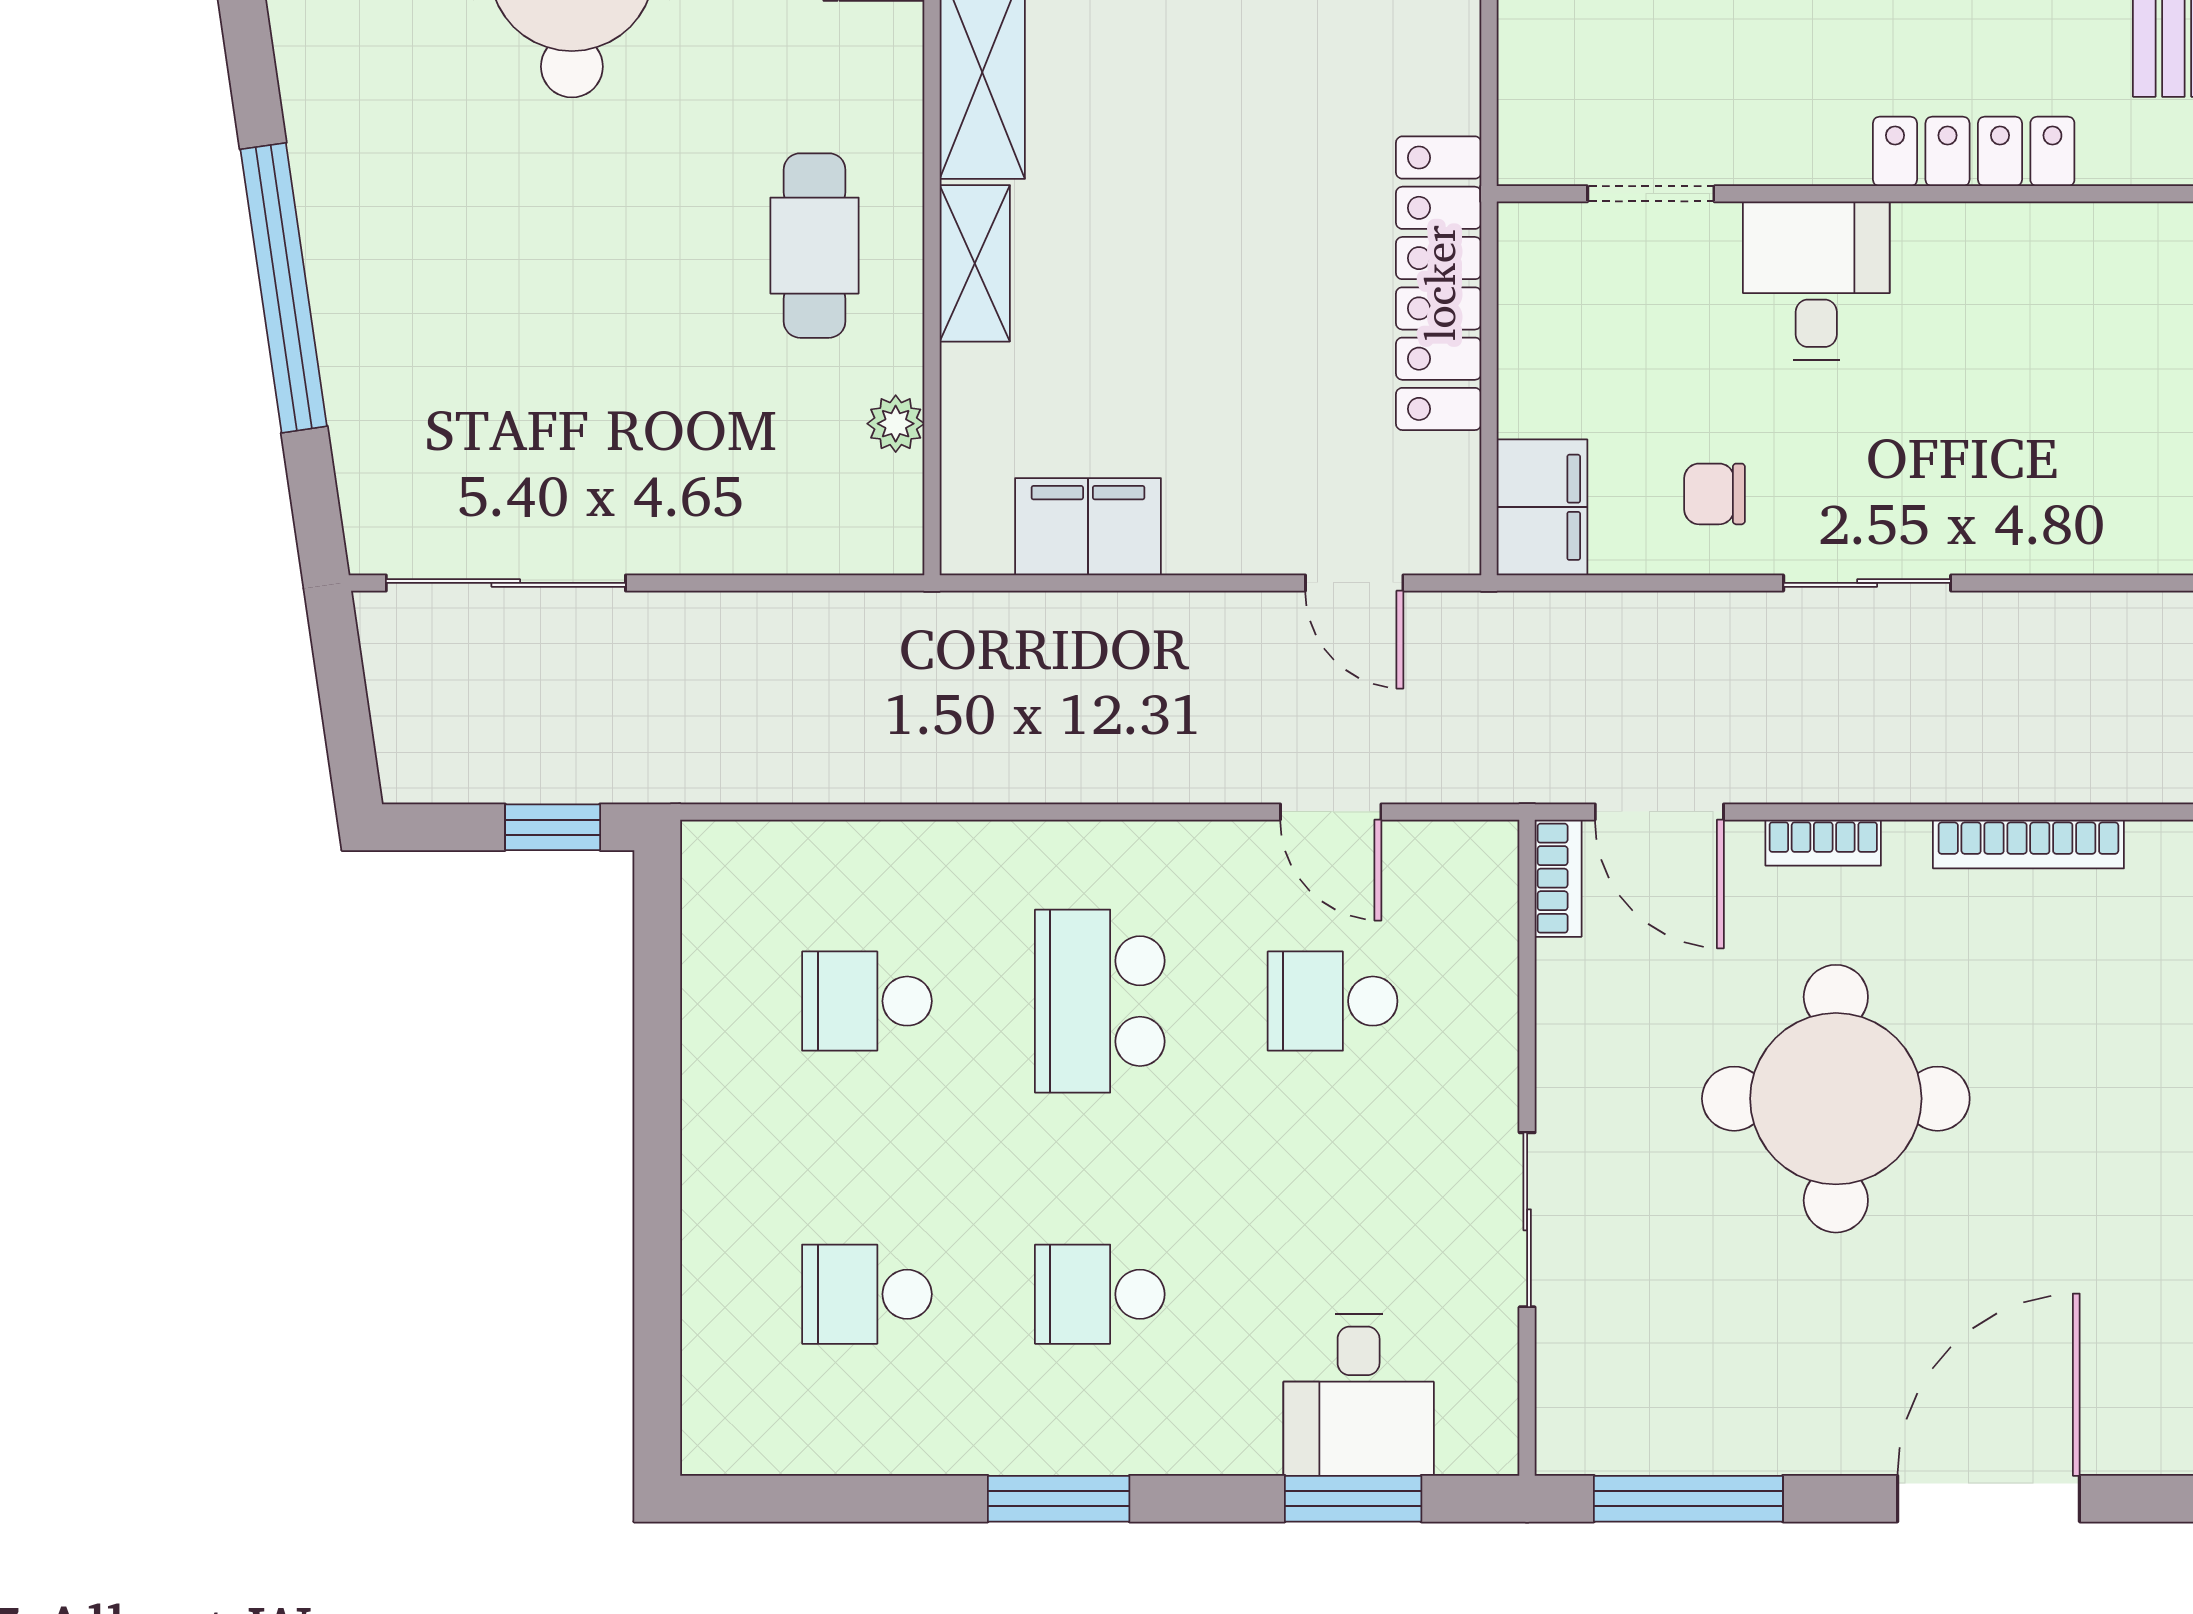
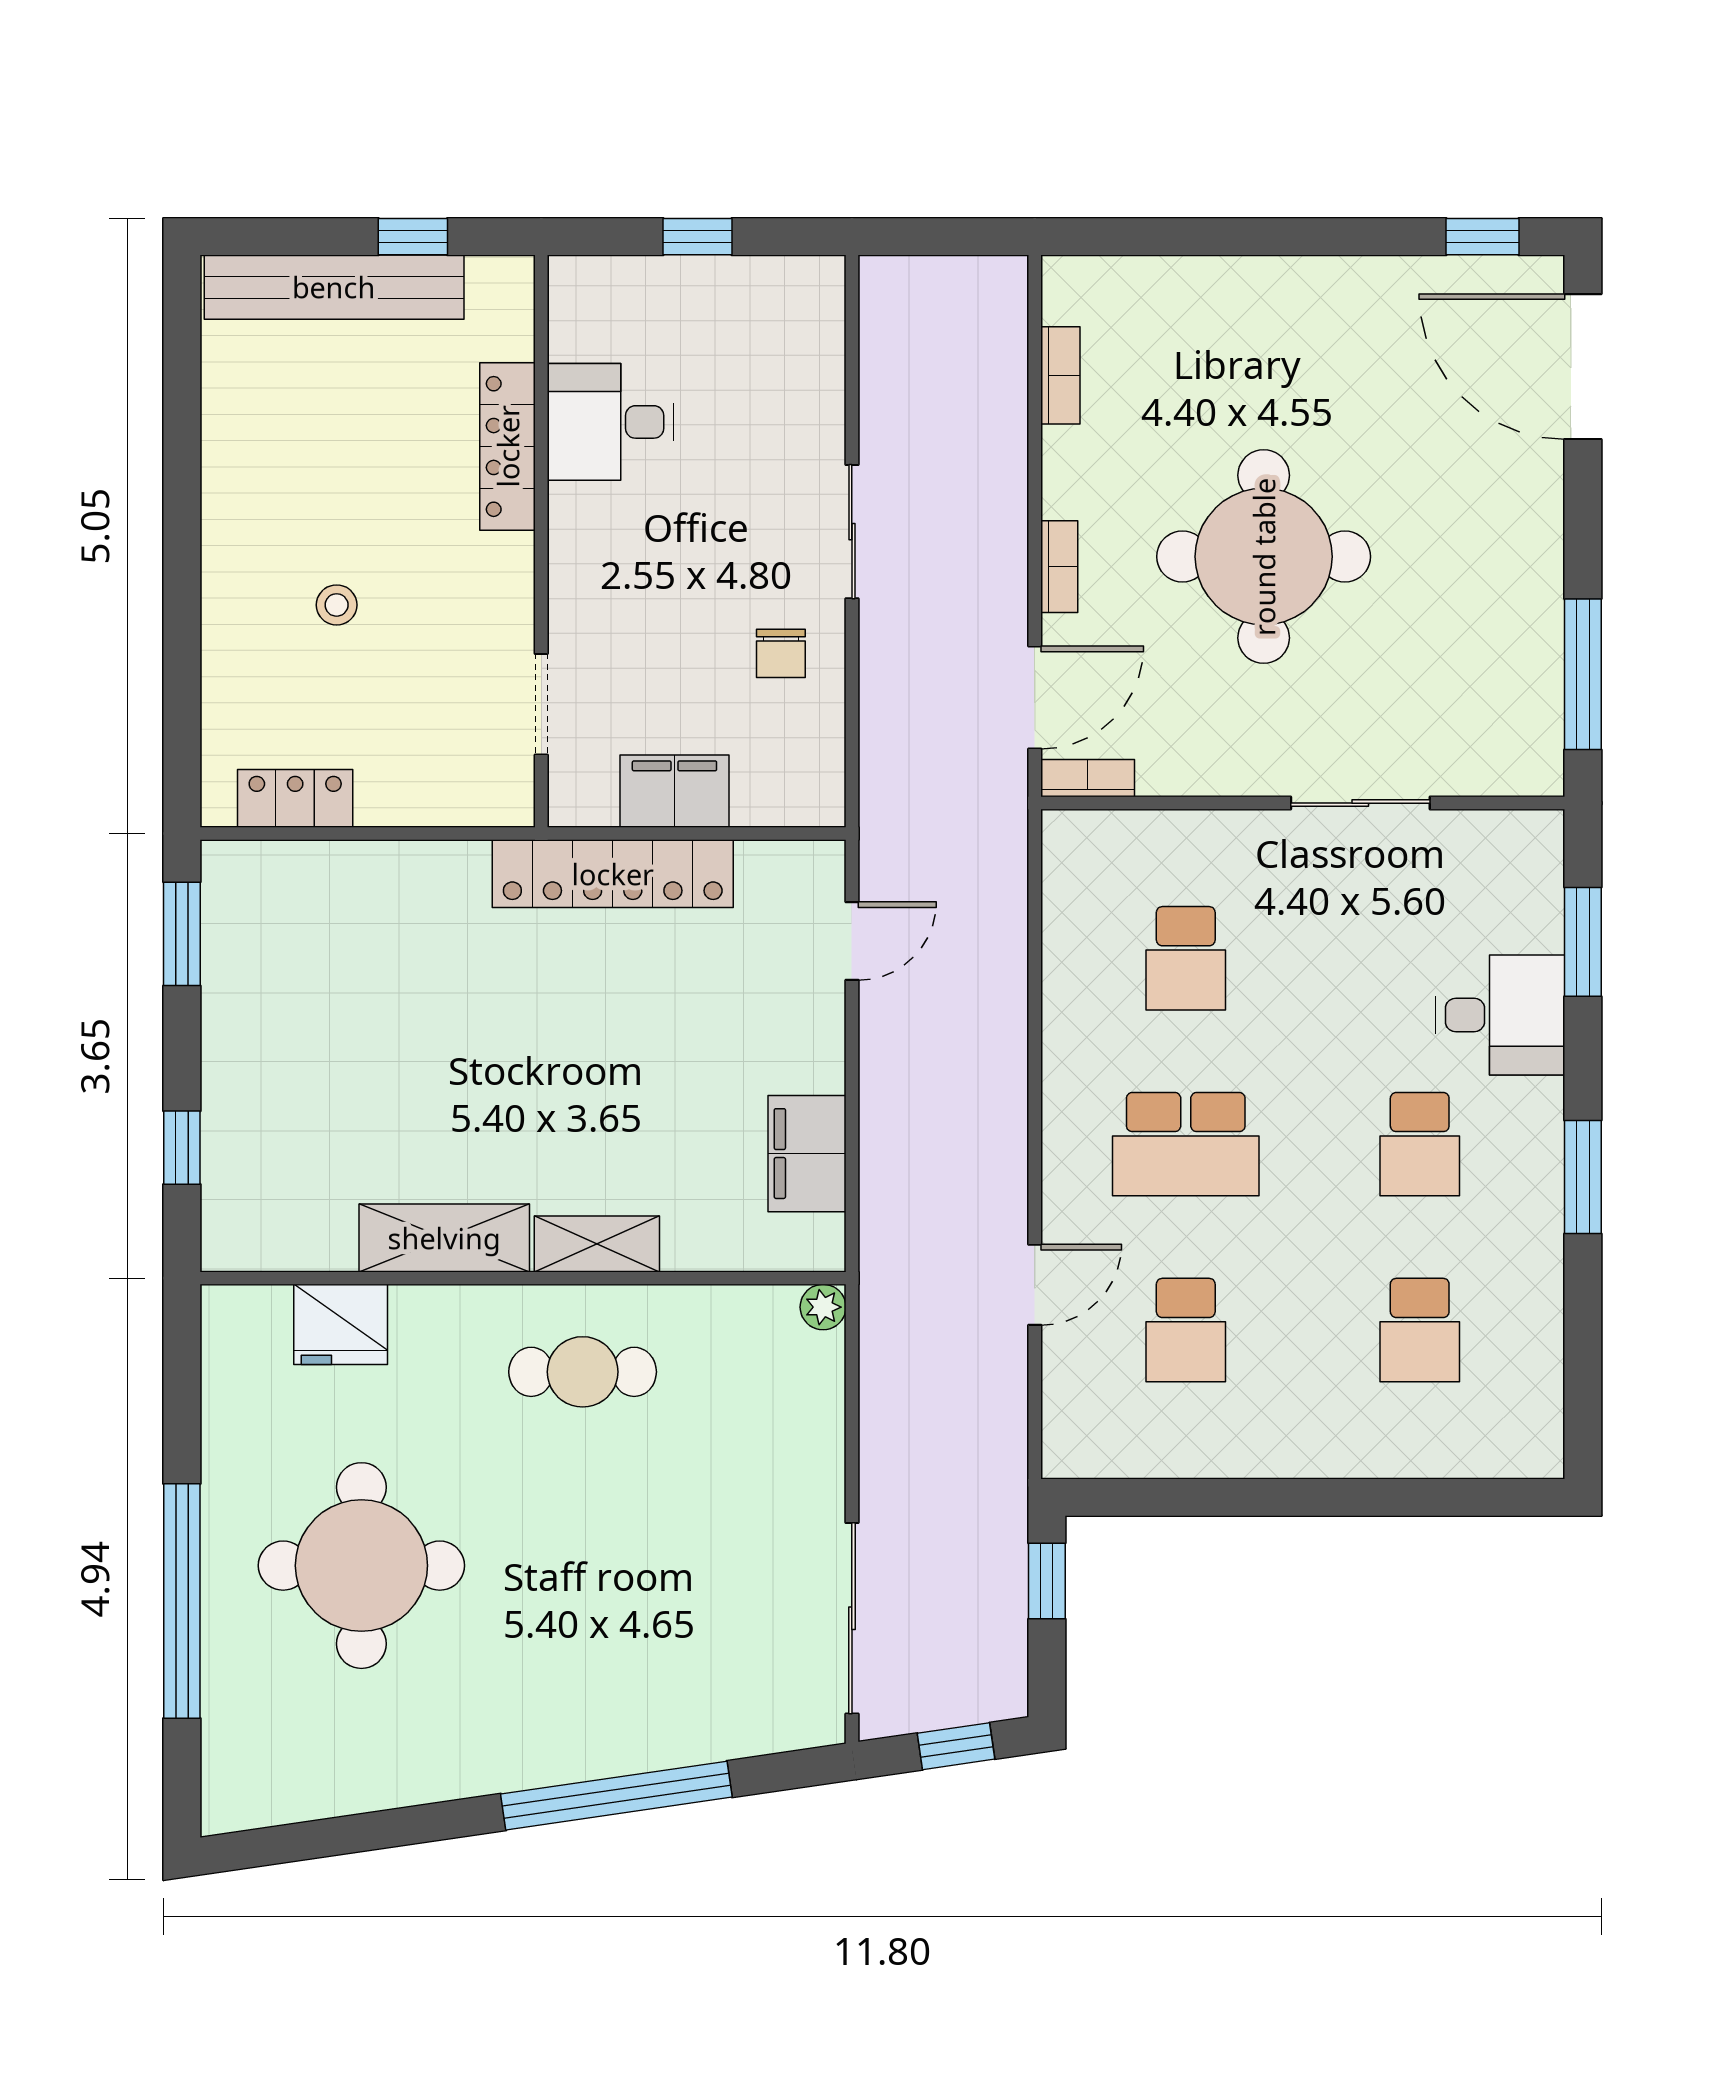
desk: (1816, 281) -> (611, 422), moved
plant: (896, 424) -> (823, 1307), moved
filing cabinet: (1542, 507) -> (674, 791), moved
window: (346, 713) -> (956, 1746), added
door: (1331, 812) -> (1035, 1285), moved
bookcase: (2028, 844) -> (1060, 375), width x0.64
desk: (1359, 1395) -> (1500, 1015), moved
door: (1989, 1499) -> (1583, 367), moved

